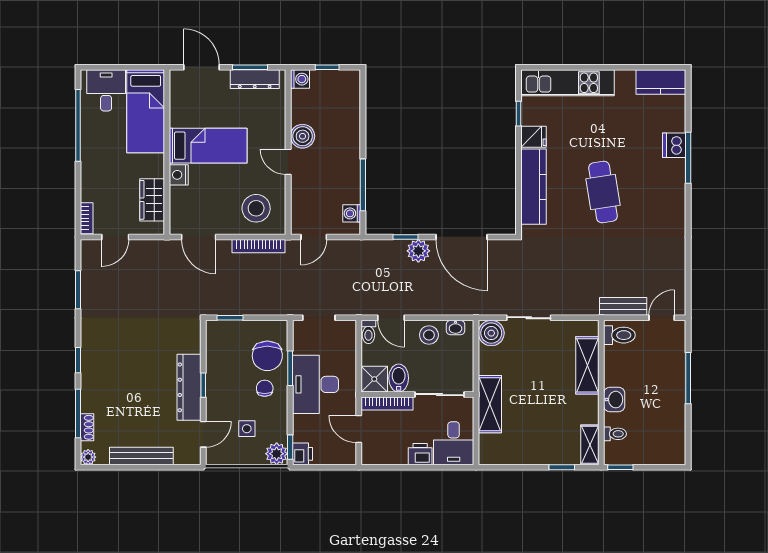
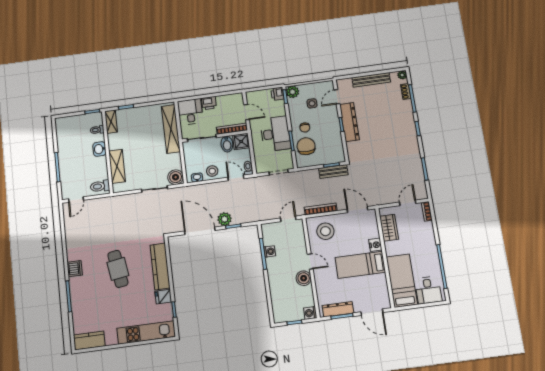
dishwasher: (674, 145) -> (75, 269), moved
washing machine: (352, 213) -> (270, 251), moved
bench: (623, 306) -> (333, 171), moved
shelving: (490, 404) -> (171, 129), width x1.47

